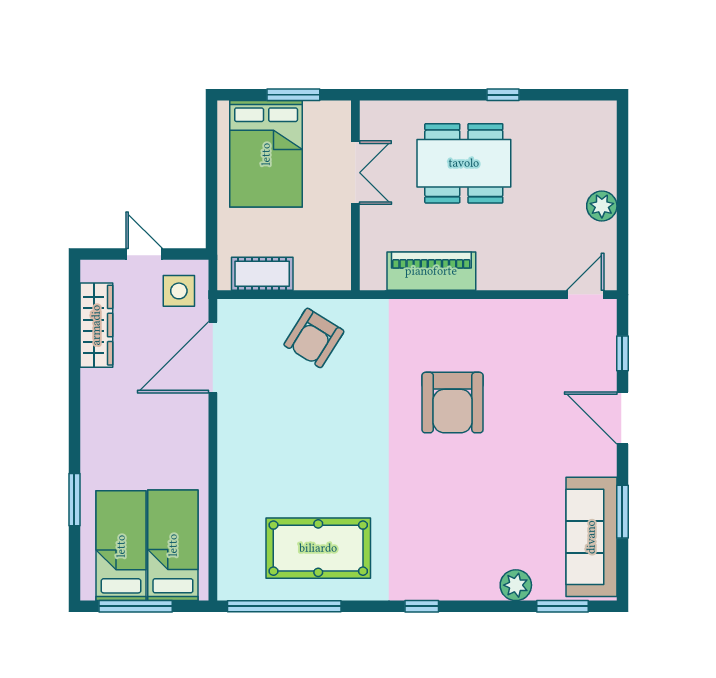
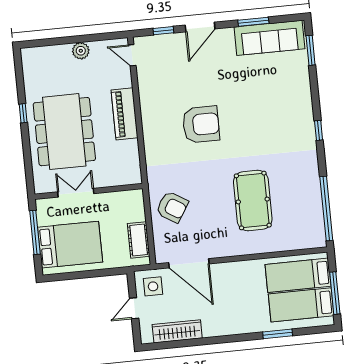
window: (293, 95) -> (35, 232), width x1.44
dining table: (464, 163) -> (64, 132), width x1.36, depth x1.24
piano: (431, 271) -> (124, 114), moved
pool table: (318, 548) -> (253, 200), moved
plant: (516, 585) -> (301, 78), removed

